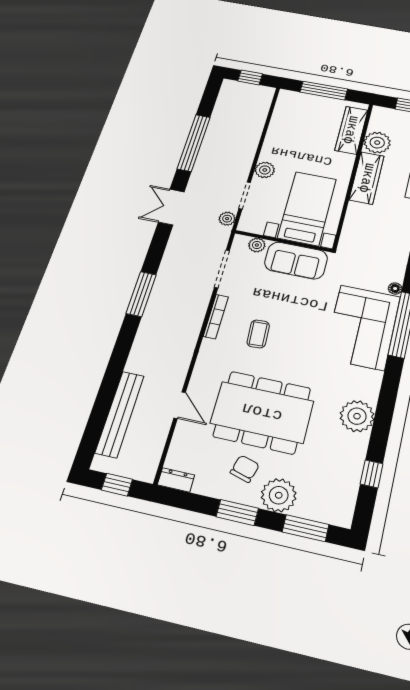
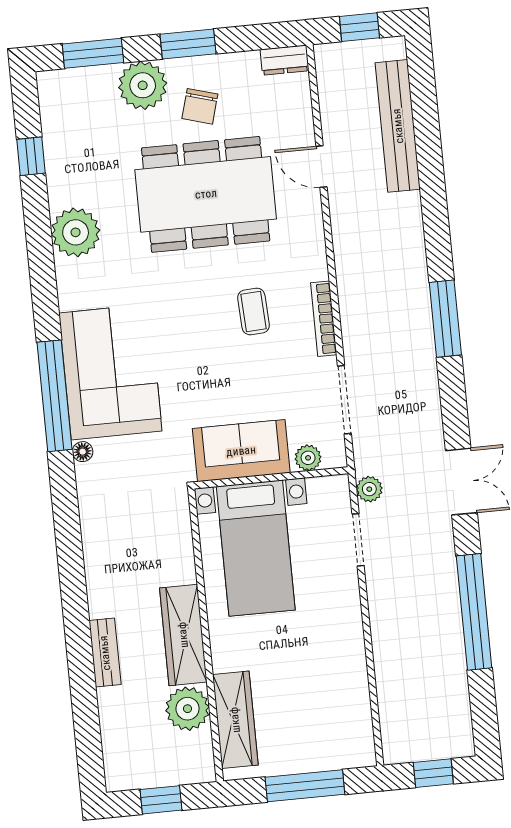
plant: (265, 170) -> (344, 597), removed

